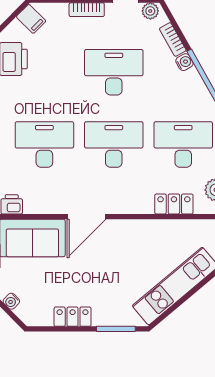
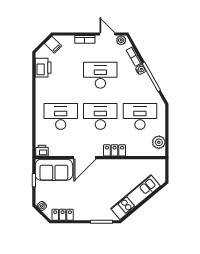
locker: (174, 204) -> (115, 150), moved
locker: (73, 317) -> (63, 215), moved

